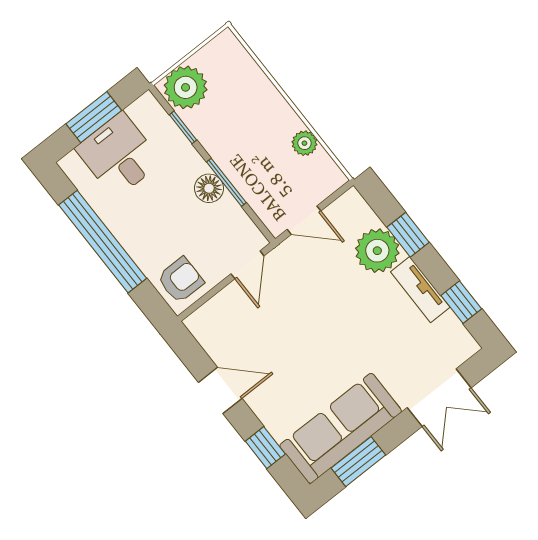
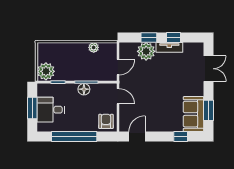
window: (461, 302) -> (173, 38), moved
door: (220, 390) -> (137, 137), moved
sofa: (341, 428) -> (194, 114), width x0.73

